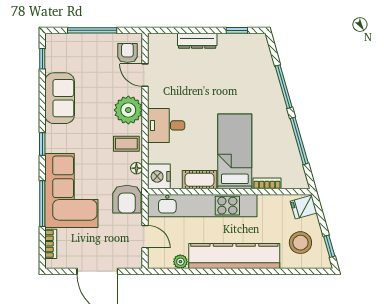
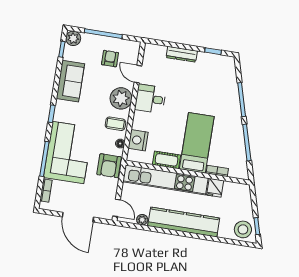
plant: (54, 43) -> (73, 38), added
armchair: (127, 53) -> (110, 59), moved
desk: (166, 125) -> (150, 99), moved
nightstand: (159, 176) -> (138, 140), moved
fridge: (304, 207) -> (215, 188), moved, turned -74
door: (145, 237) -> (116, 208), moved
stool: (300, 243) -> (243, 229), moved

